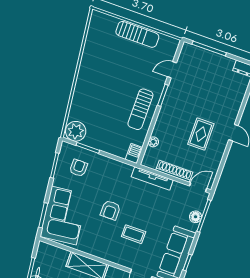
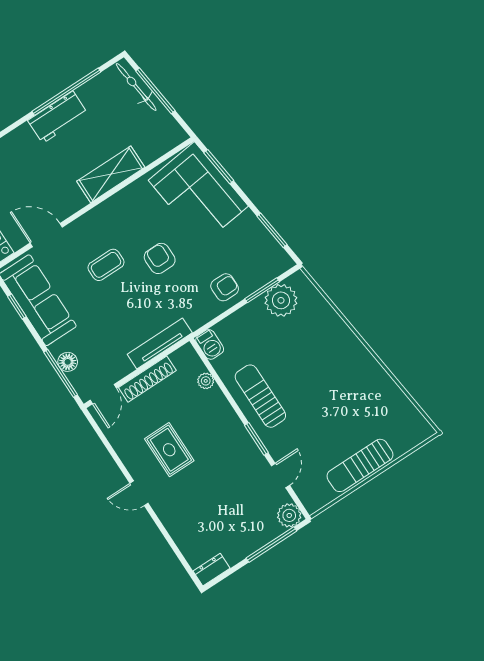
plant: (188, 51) -> (289, 515), added
plant: (76, 131) -> (281, 300), moved
armchair: (78, 168) -> (225, 287), moved, turned -90

